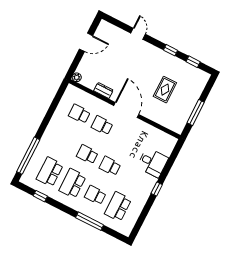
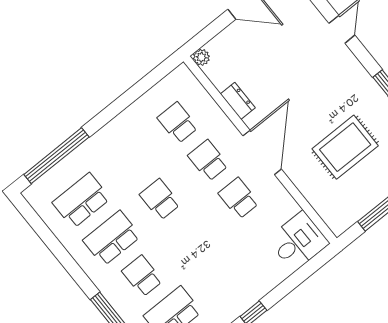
rug: (165, 90) -> (345, 147), width x1.36, depth x1.43
desk: (153, 163) -> (298, 241), moved, turned -90
school desk: (110, 166) -> (239, 198), moved
window: (40, 196) -> (46, 235), removed

